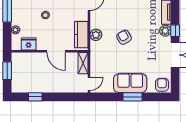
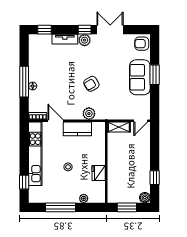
kitchen counter: (81, 35) -> (77, 129), moved
fridge: (29, 44) -> (99, 173), moved
door: (56, 51) -> (106, 156), removed
door: (89, 84) -> (141, 121), swing flipped
boiler: (16, 88) -> (145, 198), added

